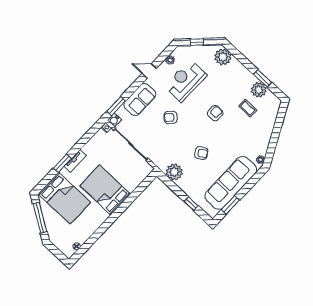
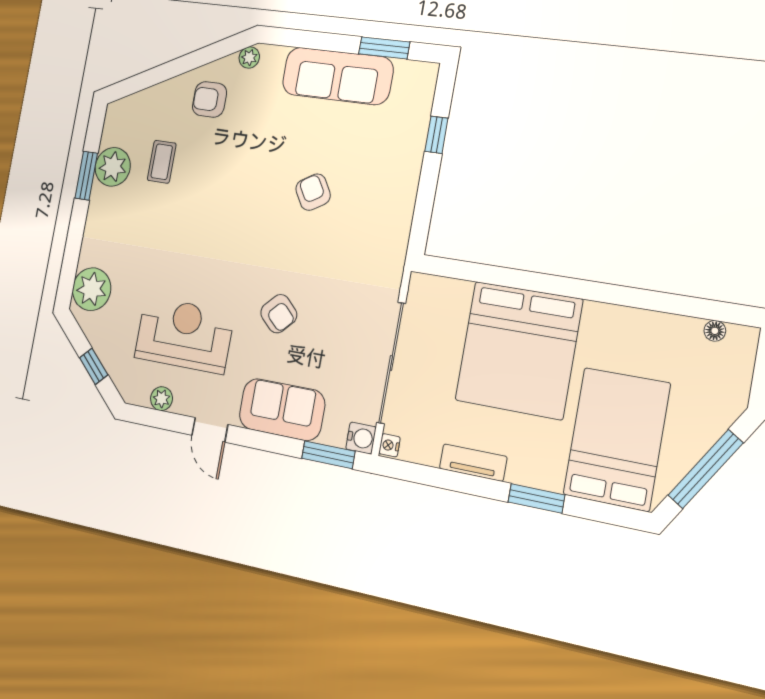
reception desk: (186, 81) -> (184, 335), turned 180
armchair: (215, 113) -> (209, 99), moved
tv unit: (75, 161) -> (473, 463), moved
plant: (174, 172) -> (390, 222), removed
sofa: (231, 183) -> (337, 76), width x0.74, depth x0.79
bed: (105, 190) -> (519, 350), width x1.36

